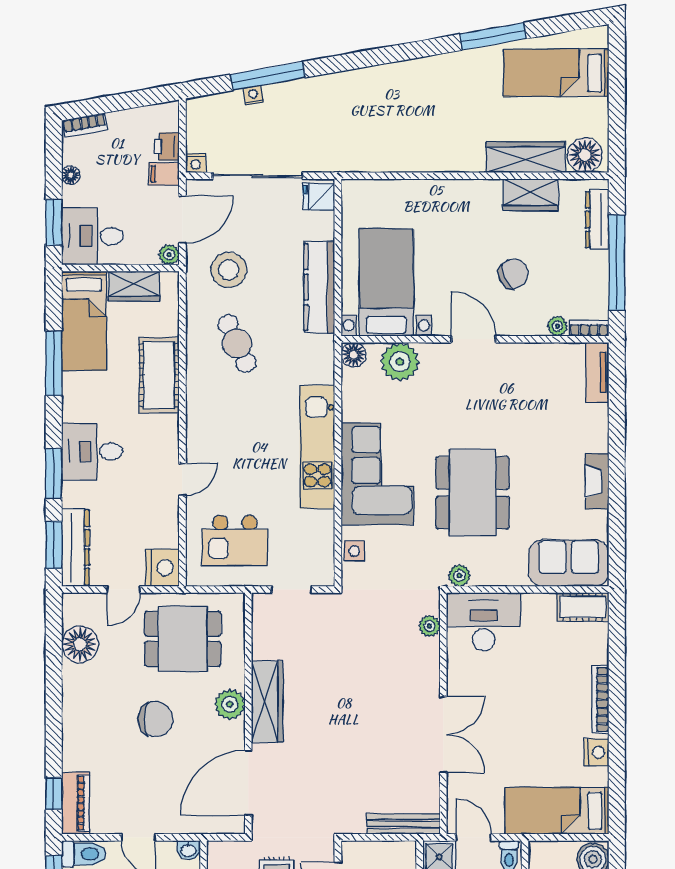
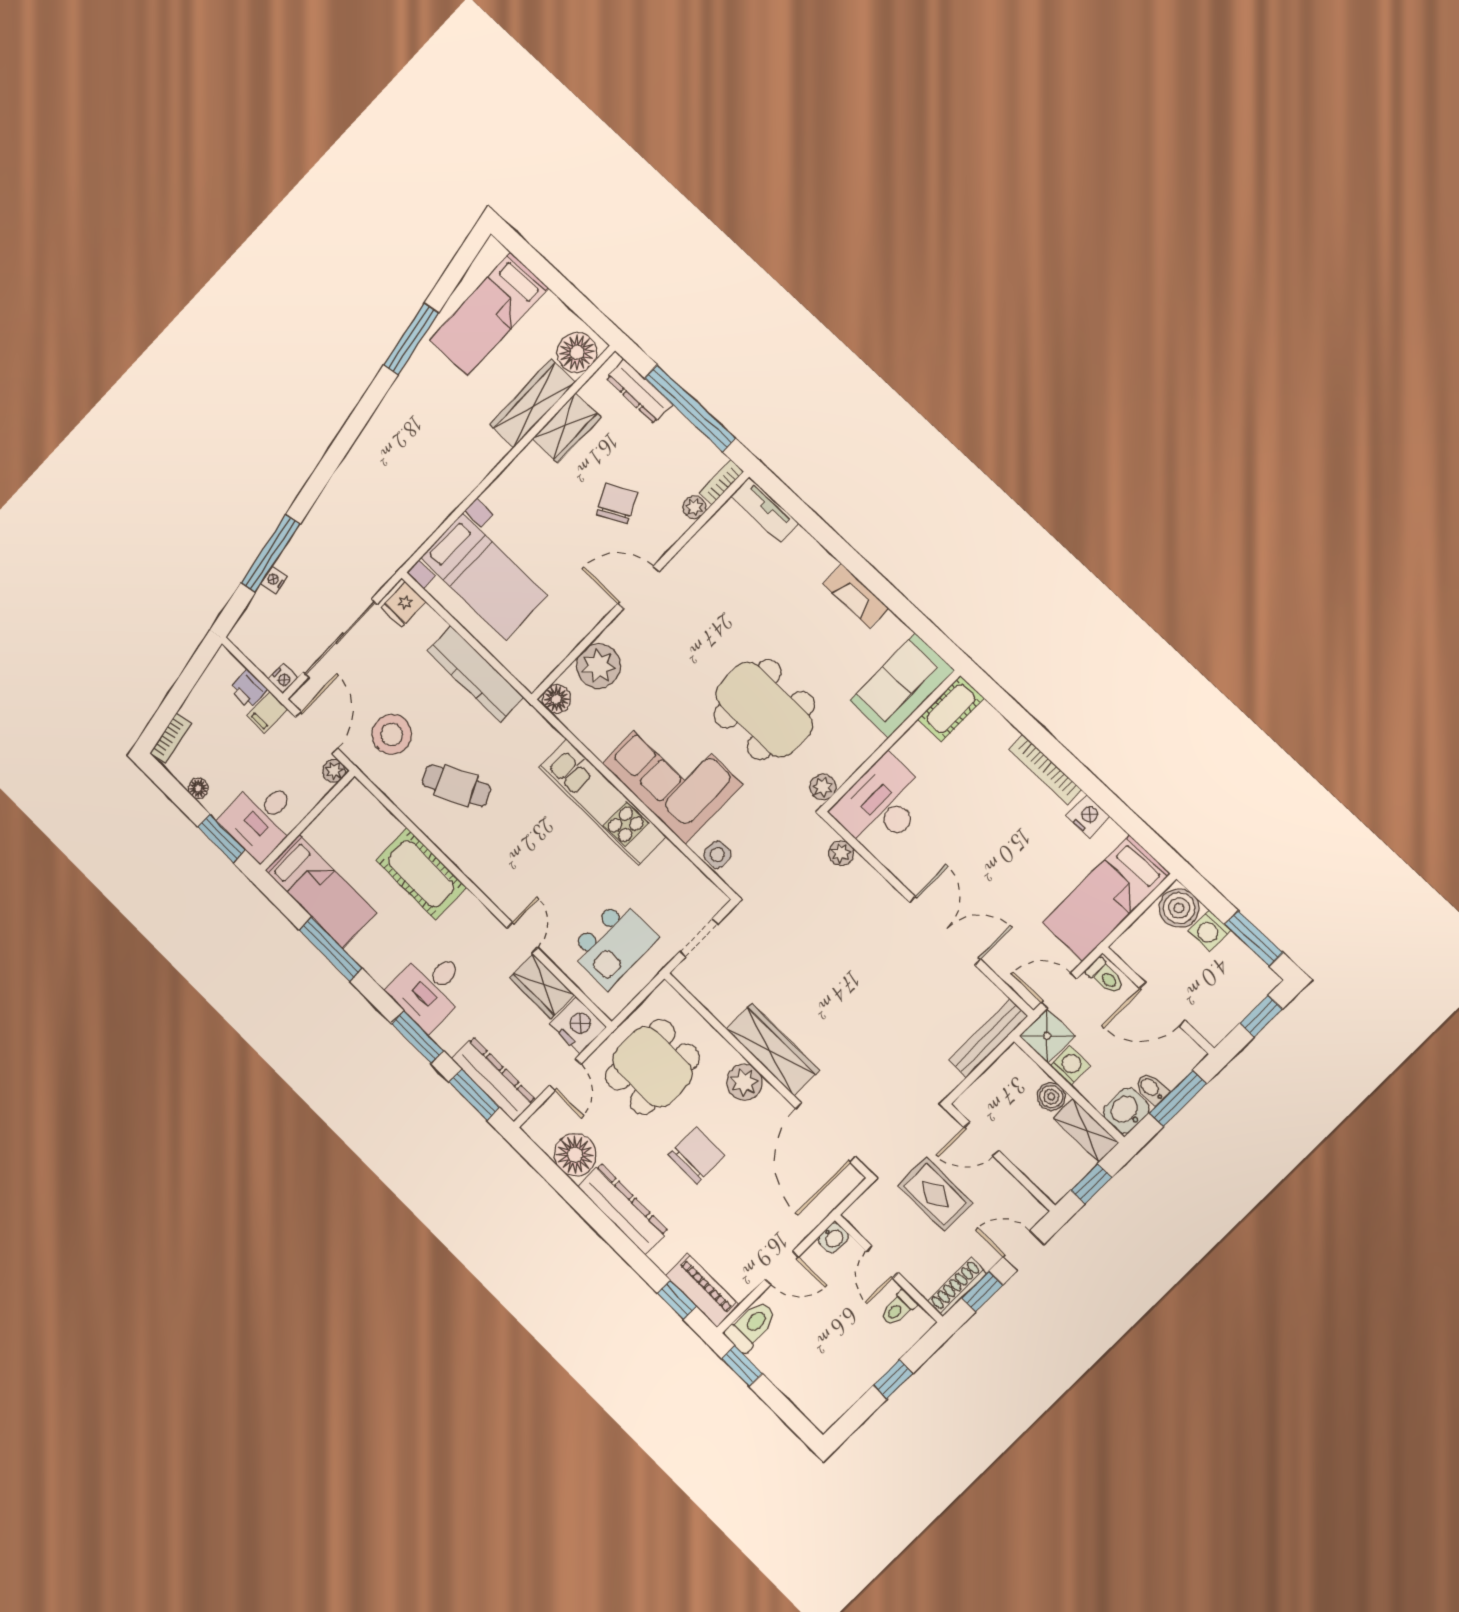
bed with nightstands: (386, 282) -> (484, 577), moved, turned 180
wardrobe: (134, 286) -> (542, 986), moved, turned 90
dresser: (76, 706) -> (623, 1209), added

